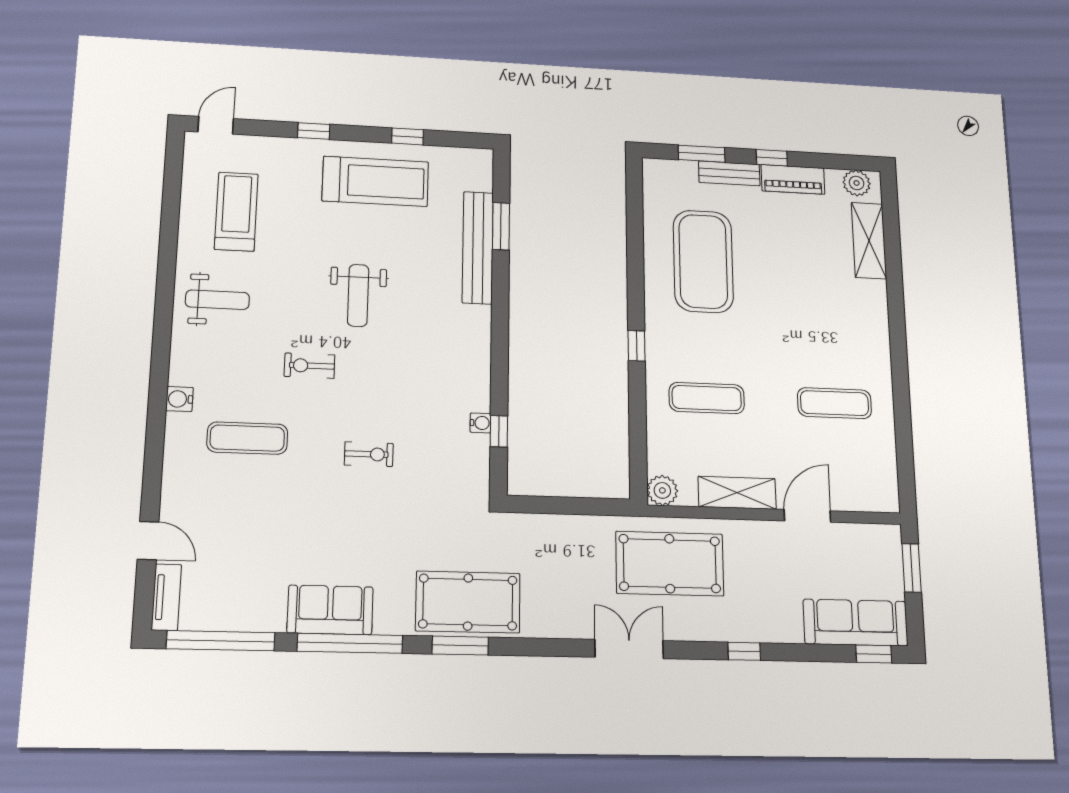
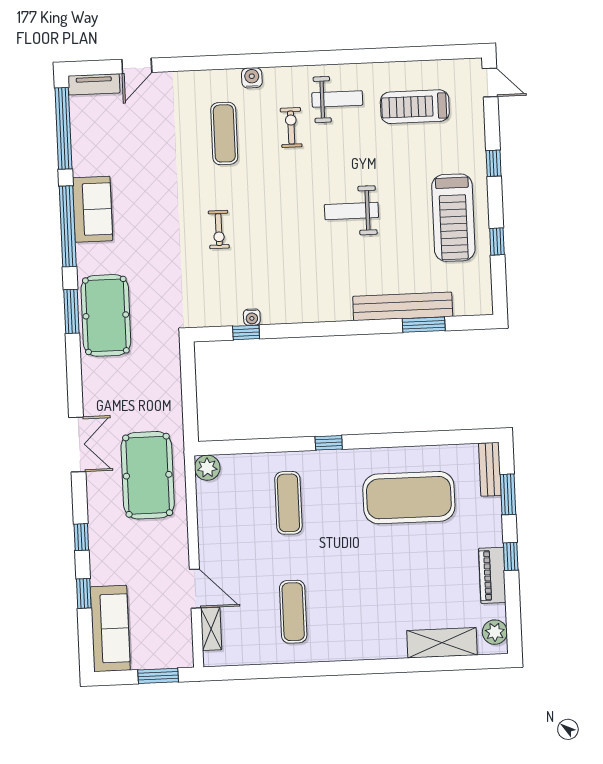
bench: (729, 173) -> (490, 469), moved
treadmill: (236, 212) -> (415, 107), turned 180
weight bench: (217, 300) -> (337, 99), turned -90
exercise bike: (310, 366) -> (291, 128), moved
shelving: (737, 493) -> (211, 629), moved, width x0.67, depth x0.75
window: (874, 654) -> (84, 593), moved

